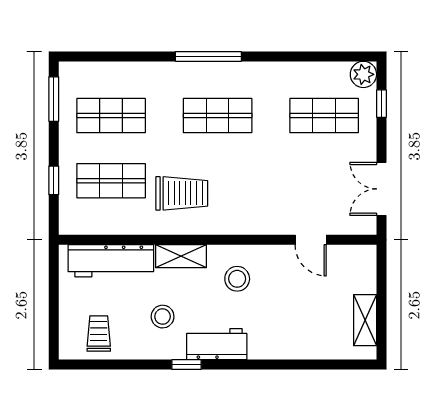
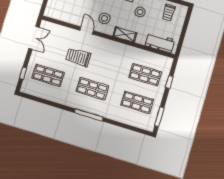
plant: (363, 74) -> (27, 88), removed
trolley: (182, 193) -> (78, 57), moved
door: (311, 240) -> (87, 31), moved
workbench: (111, 261) -> (160, 43), width x0.73

